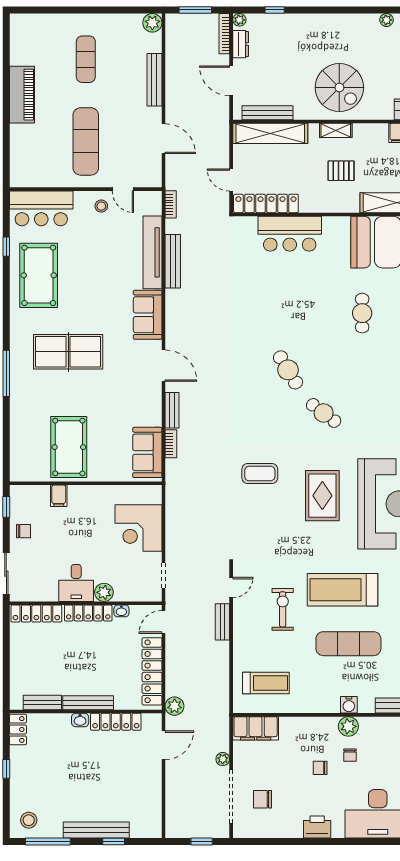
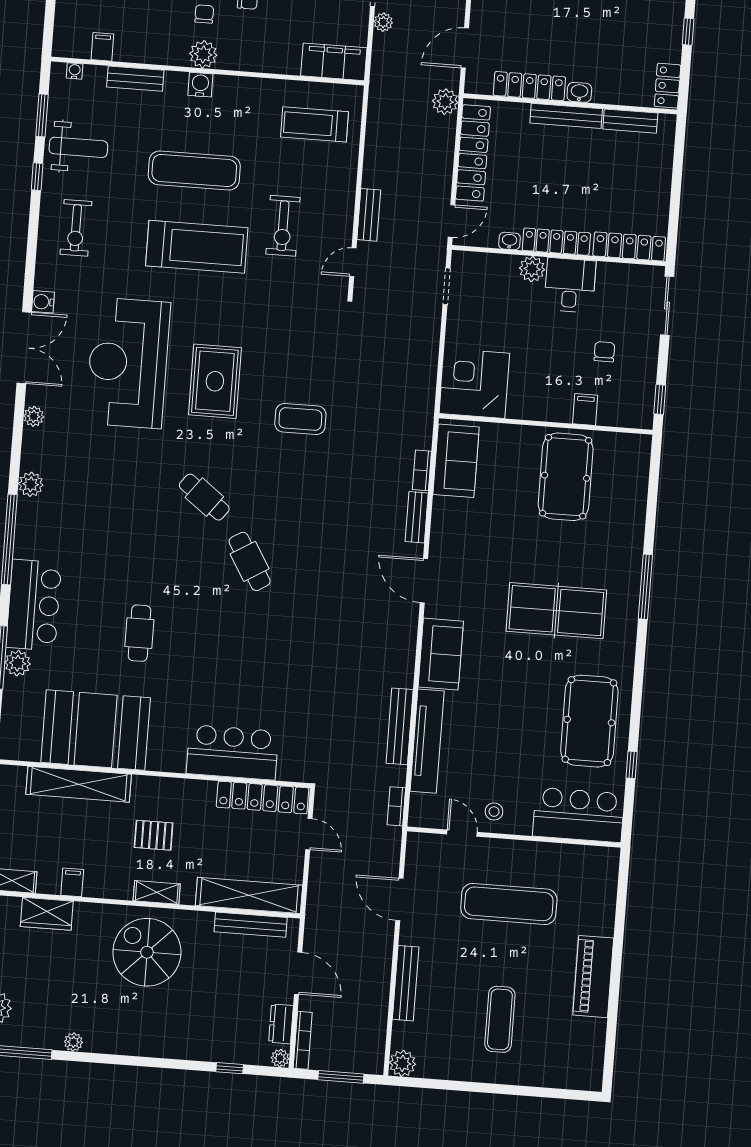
exercise mat: (86, 141) -> (509, 904), turned 90
corner desk: (139, 528) -> (474, 383), moved, turned -90
chair: (23, 531) -> (604, 352), moved, turned 90

